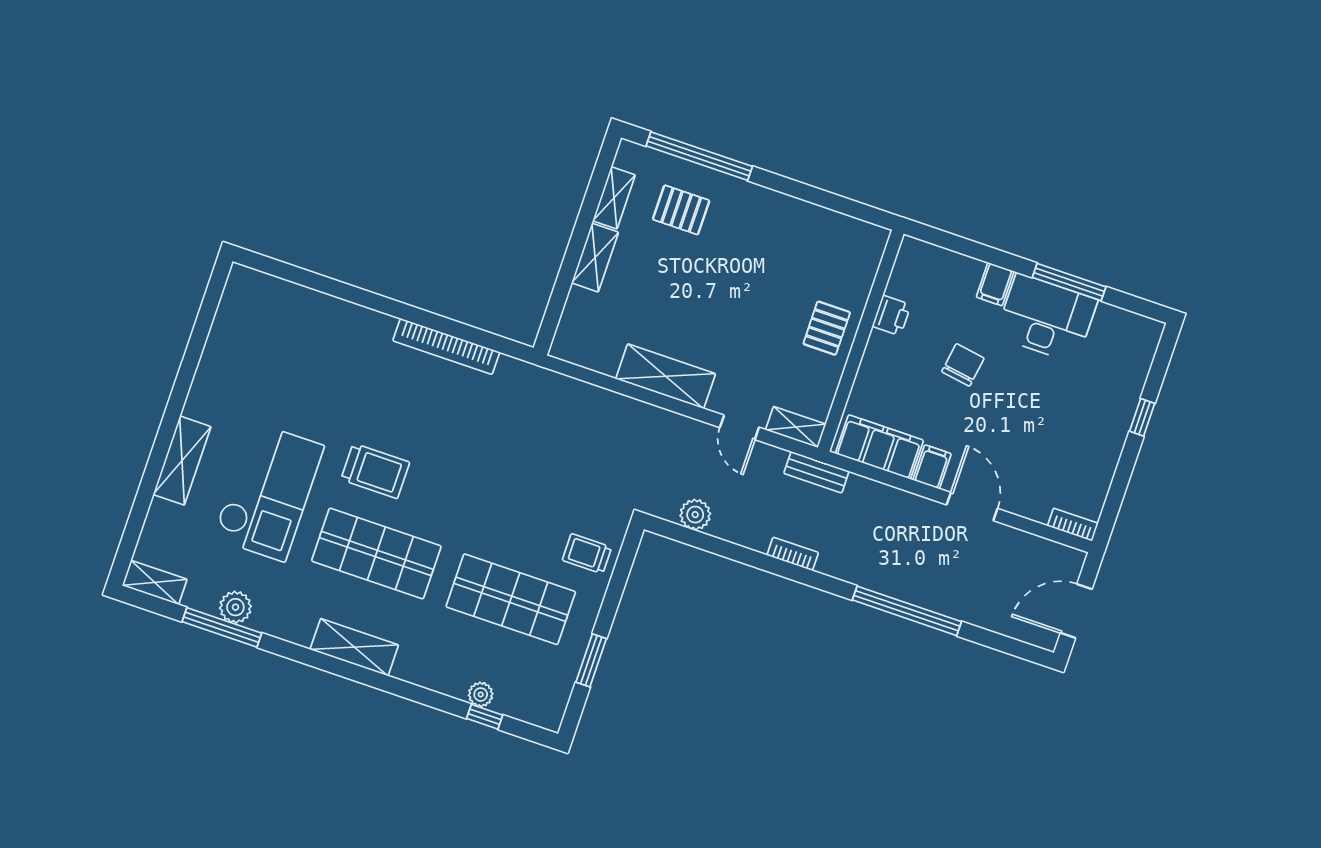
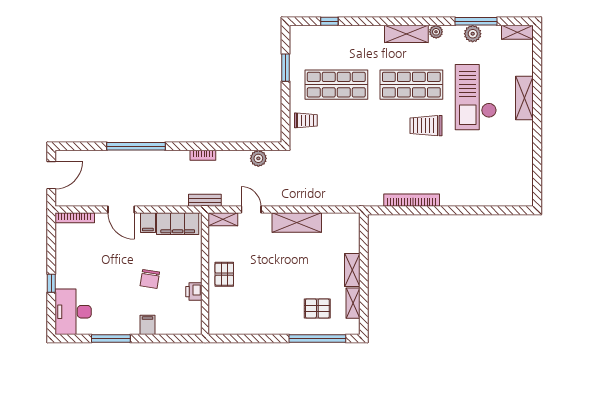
desk: (1046, 318) -> (73, 312), moved, turned 90
bookcase: (1073, 525) -> (75, 218), width x1.56
plant: (481, 694) -> (436, 32), moved

